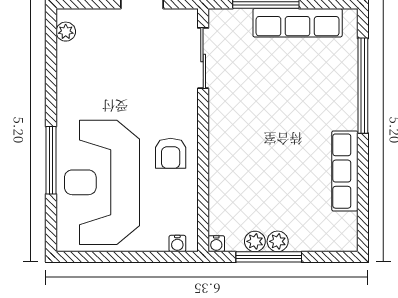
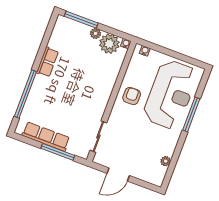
plant: (66, 32) -> (166, 161), moved
row of seats: (345, 171) -> (47, 62), width x0.68
plant: (255, 241) -> (109, 44), width x1.87, depth x1.87
window: (269, 257) -> (81, 20), moved

